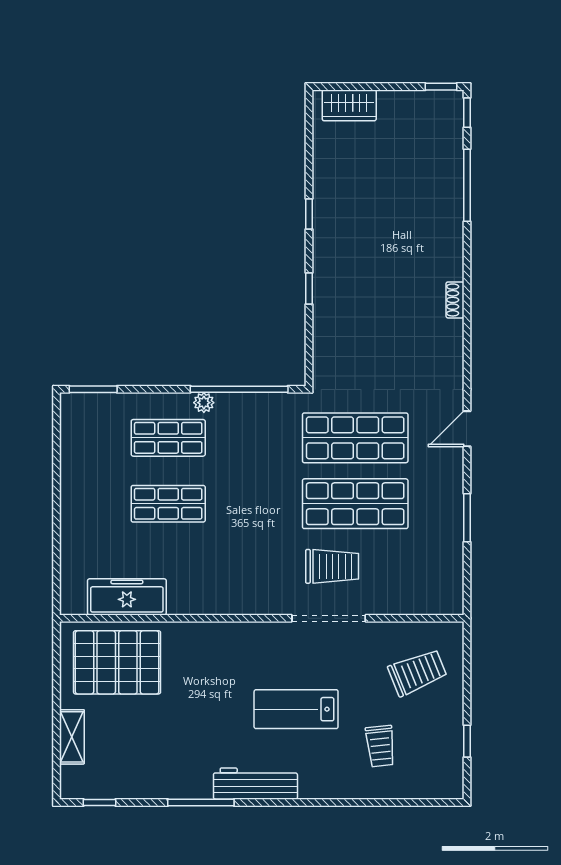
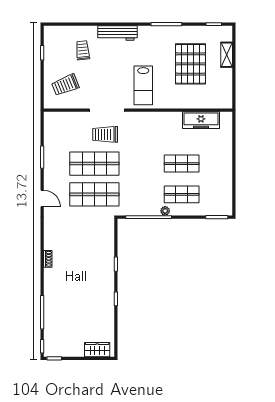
door: (467, 429) -> (42, 199), hinge flipped
pallet: (117, 662) -> (190, 64), moved, turned 90
lab bench: (296, 709) -> (143, 85), moved, turned 90
workbench: (255, 784) -> (118, 33), moved

